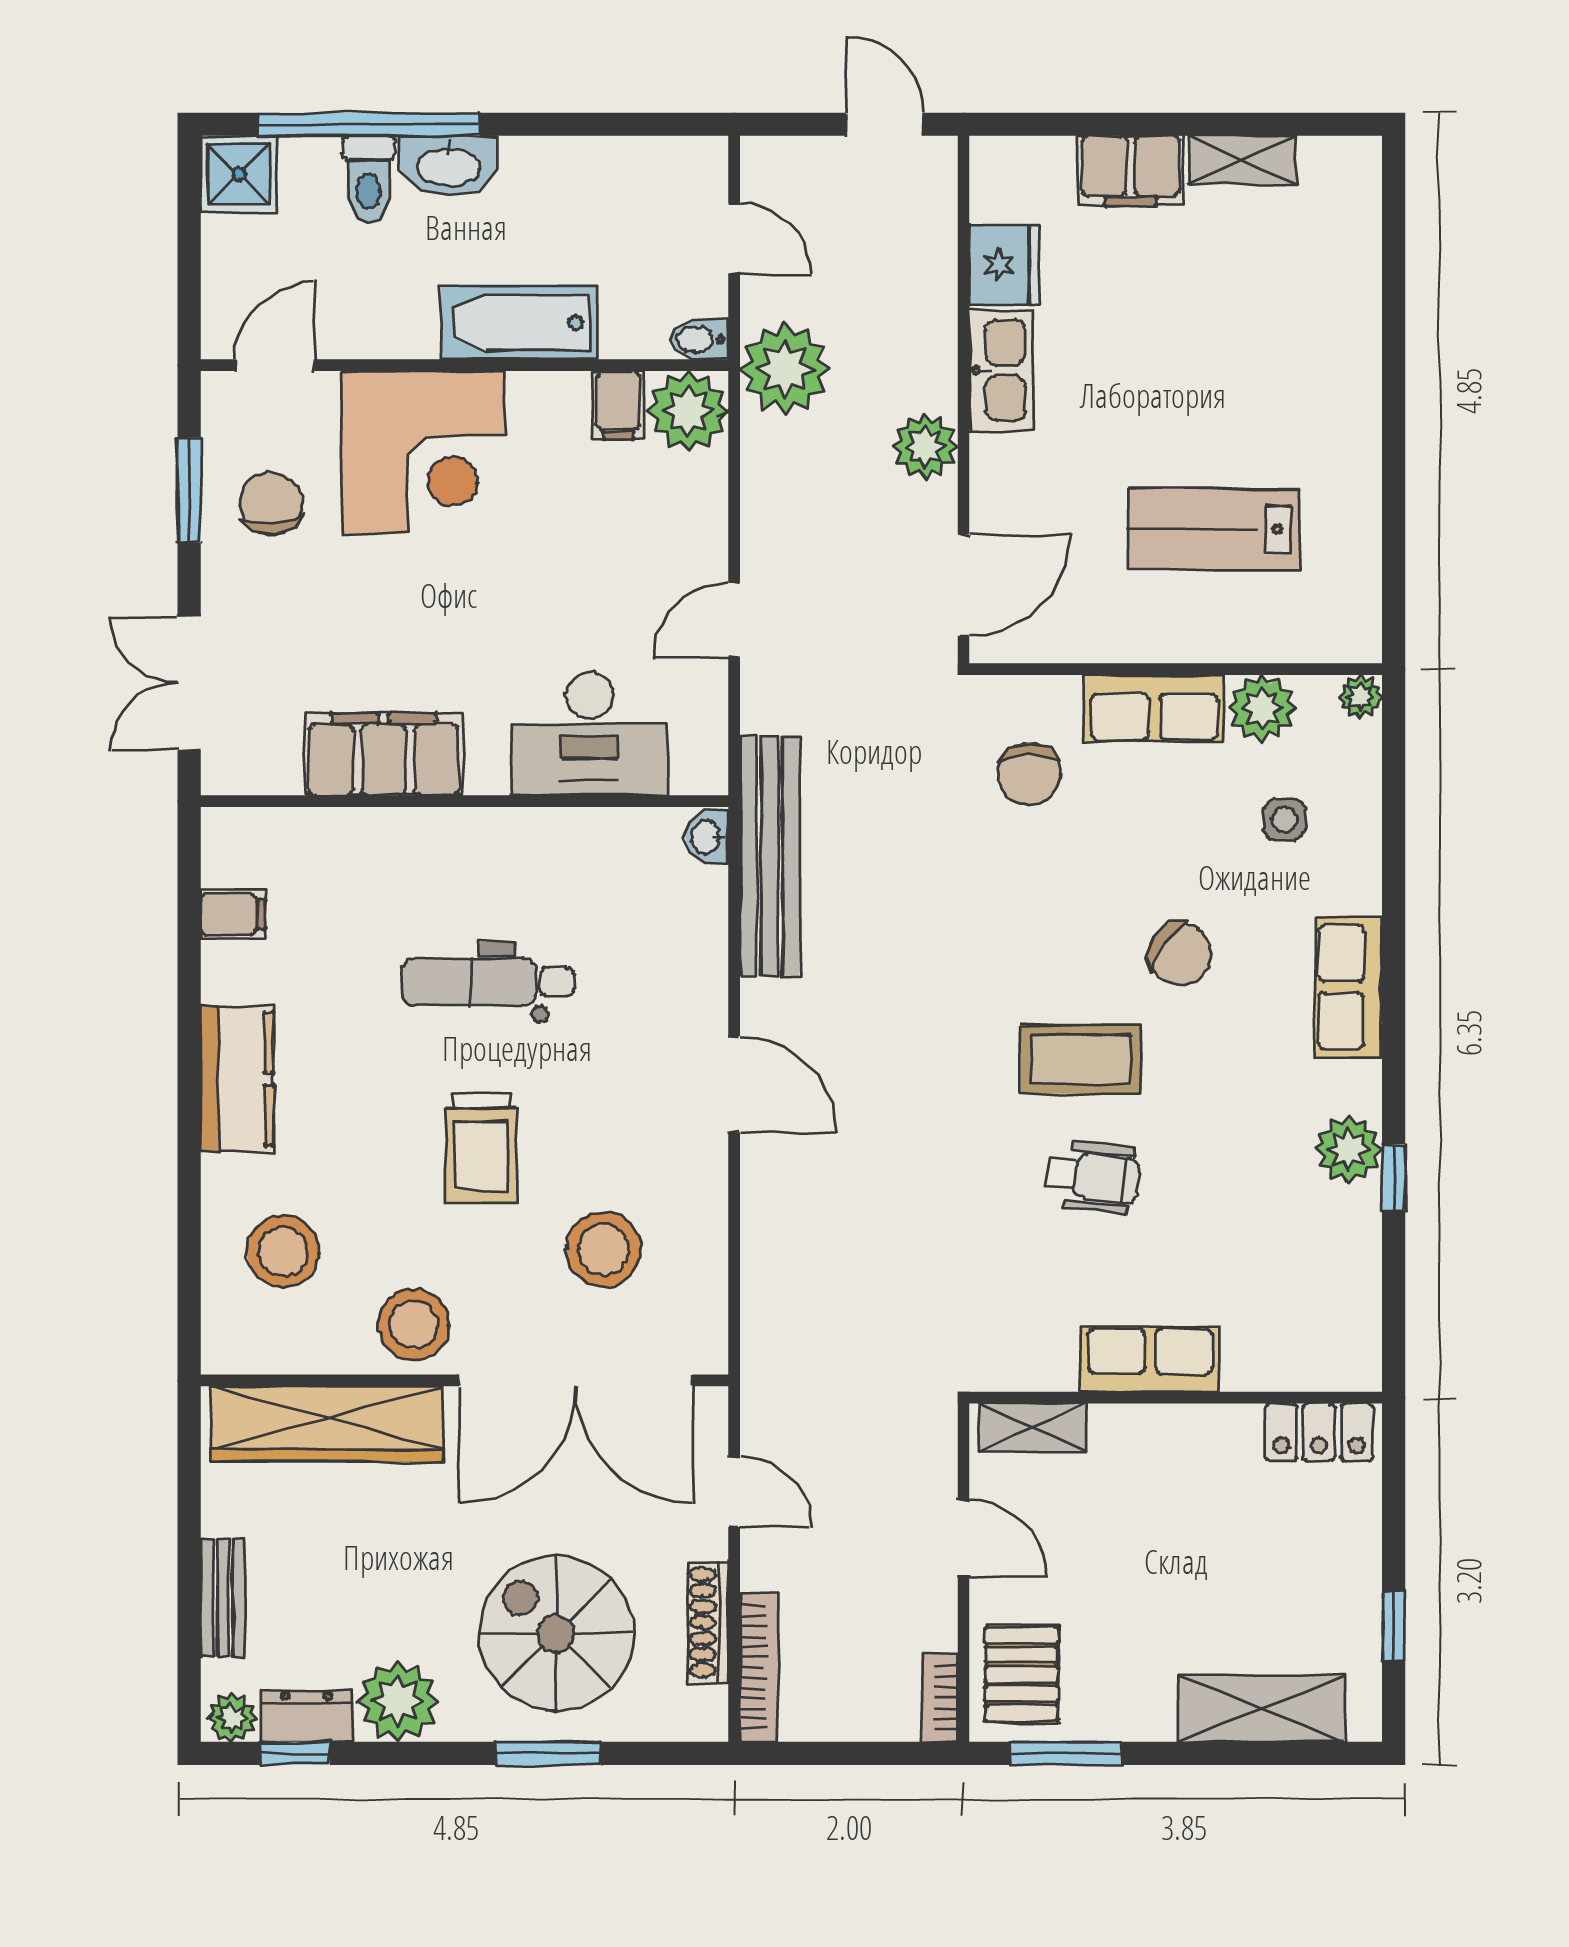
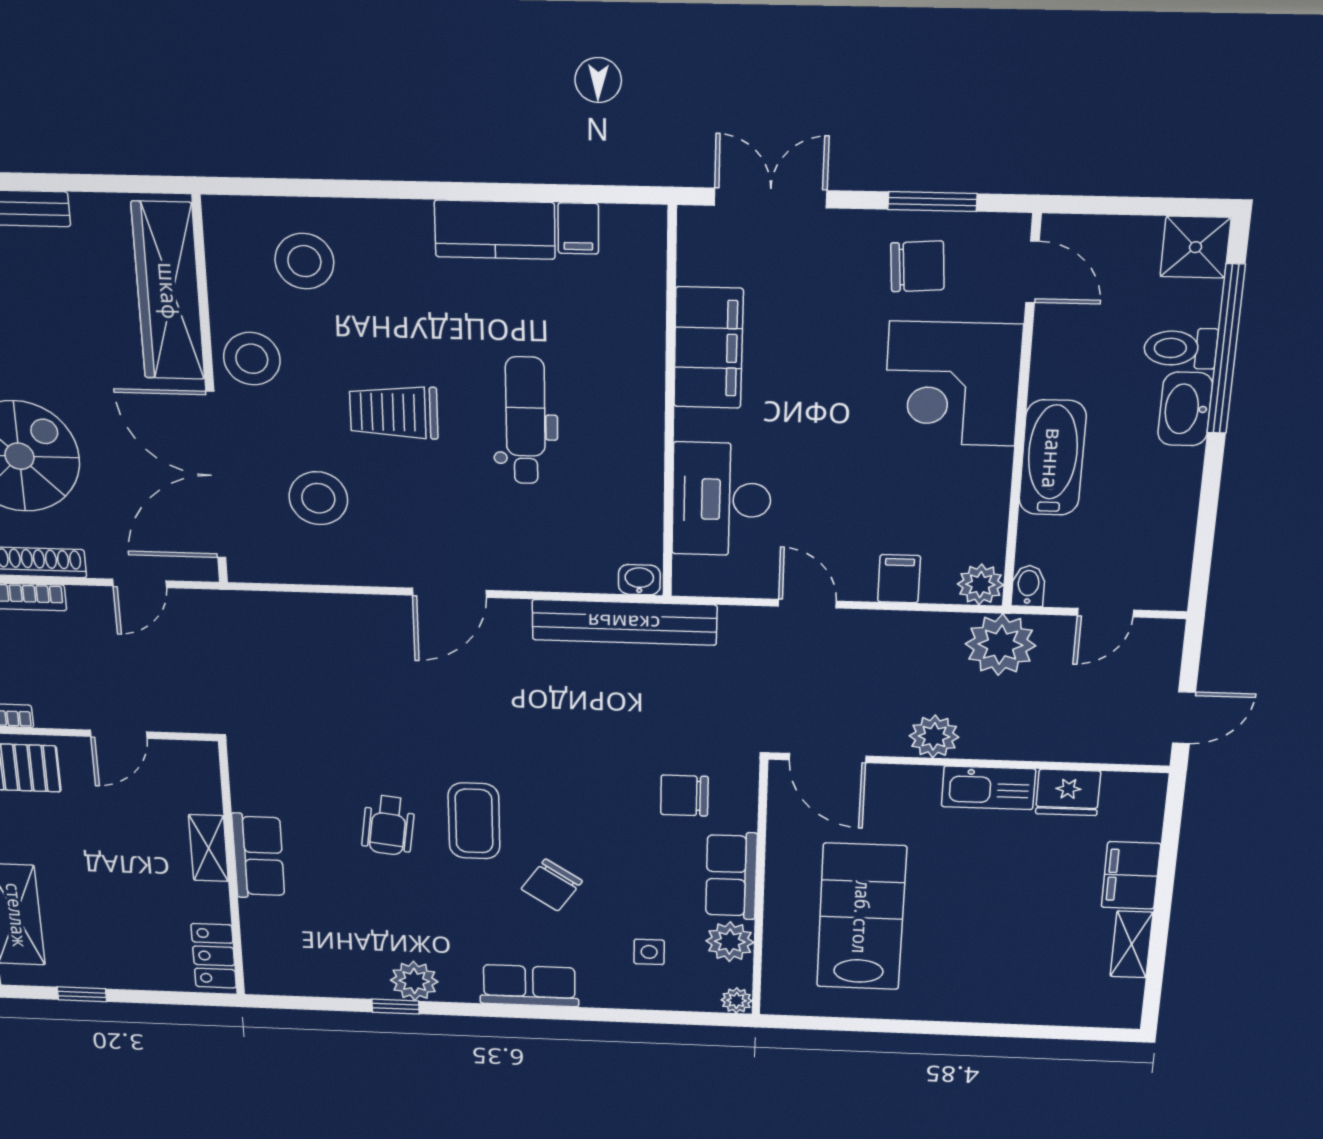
filing cabinet: (618, 405) -> (899, 579), moved, turned 90
plant: (688, 411) -> (980, 584), width x0.73, depth x0.73
lab bench: (1214, 529) -> (861, 917), width x1.36, depth x1.39
kitchen counter: (237, 1079) -> (495, 230), moved
shelving: (1033, 1428) -> (209, 848), moved

